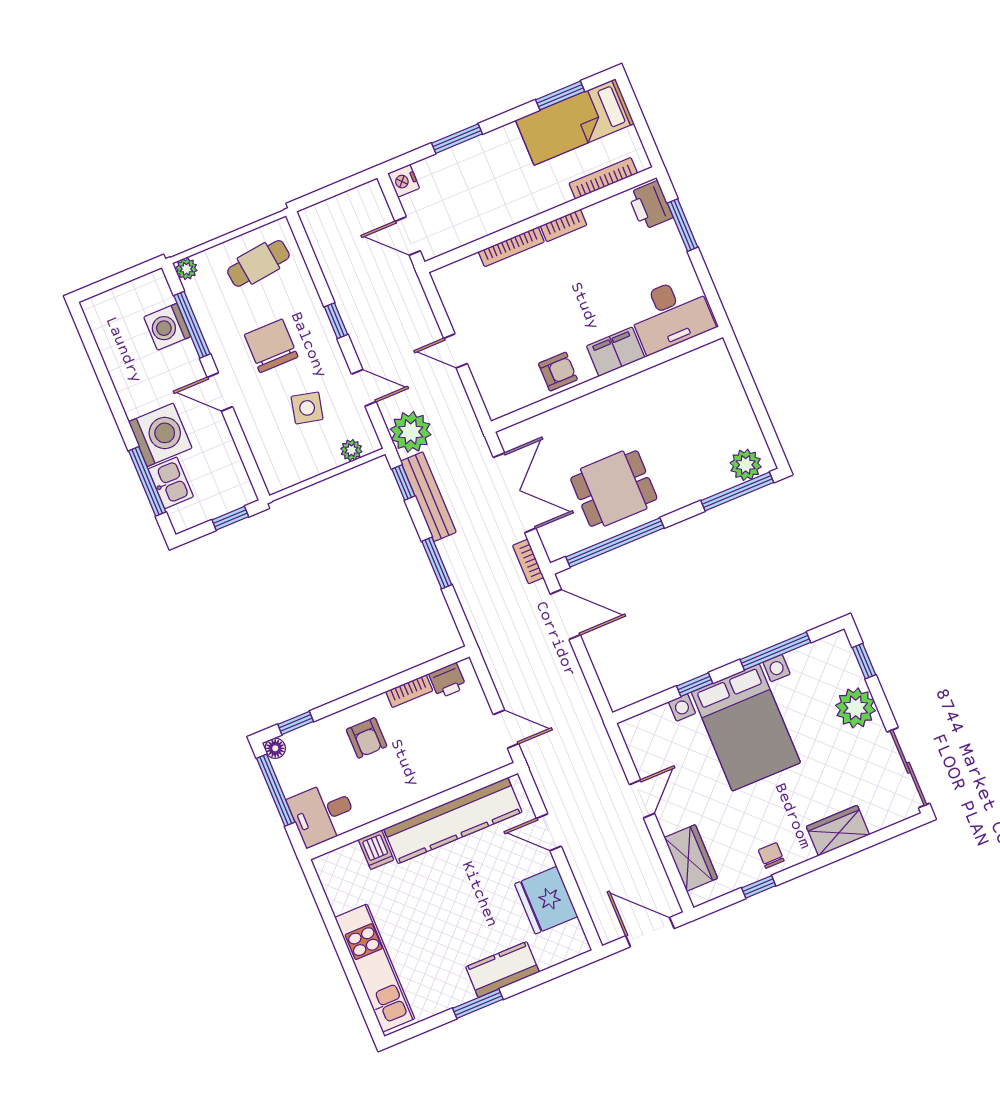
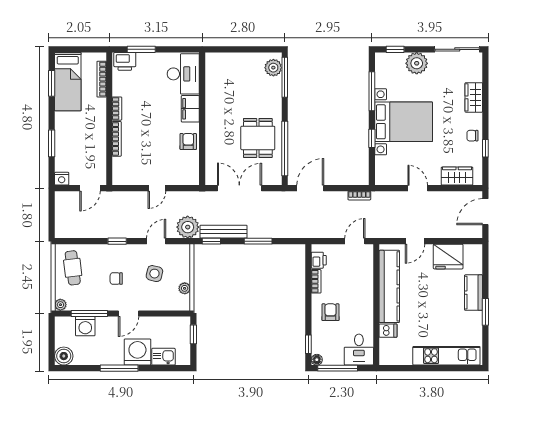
boiler: (101, 311) -> (64, 356), added
chair: (271, 346) -> (116, 279), width x0.54, depth x0.54
plant: (351, 450) -> (185, 288), moved
window: (147, 481) -> (119, 368), moved
bookcase: (528, 561) -> (359, 196), moved
armchair: (367, 738) -> (331, 312), turned -90

